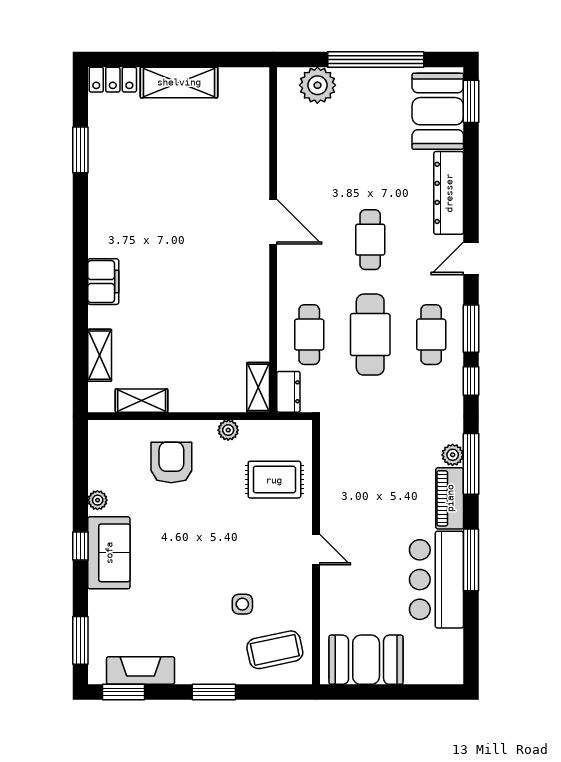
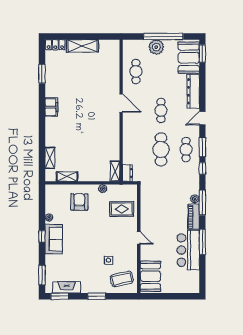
plant: (317, 85) -> (156, 47), moved
filing cabinet: (103, 282) -> (51, 107), moved
cafe table: (309, 335) -> (136, 71), moved
booth: (366, 660) -> (150, 276), moved, turned 90

